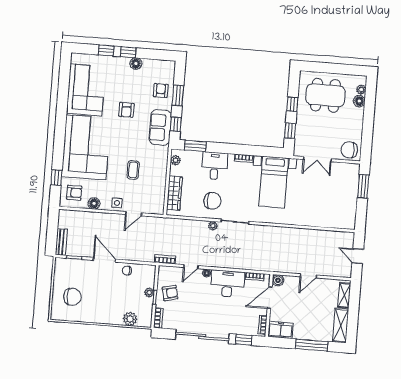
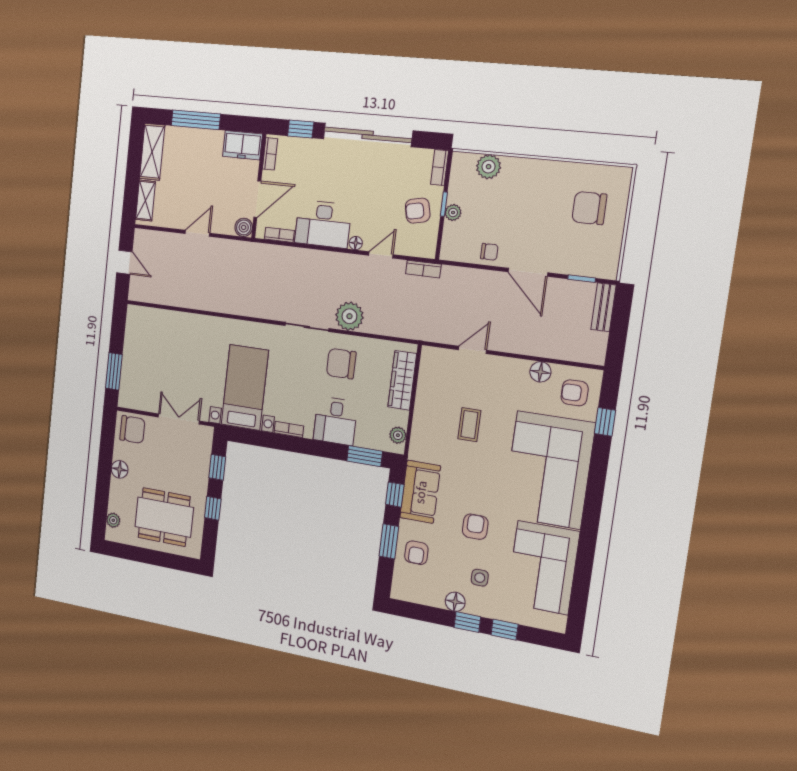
floor lamp: (359, 101) -> (120, 469), moved
side table: (117, 203) -> (480, 578), moved
plant: (213, 226) -> (349, 316), width x1.88, depth x1.88

